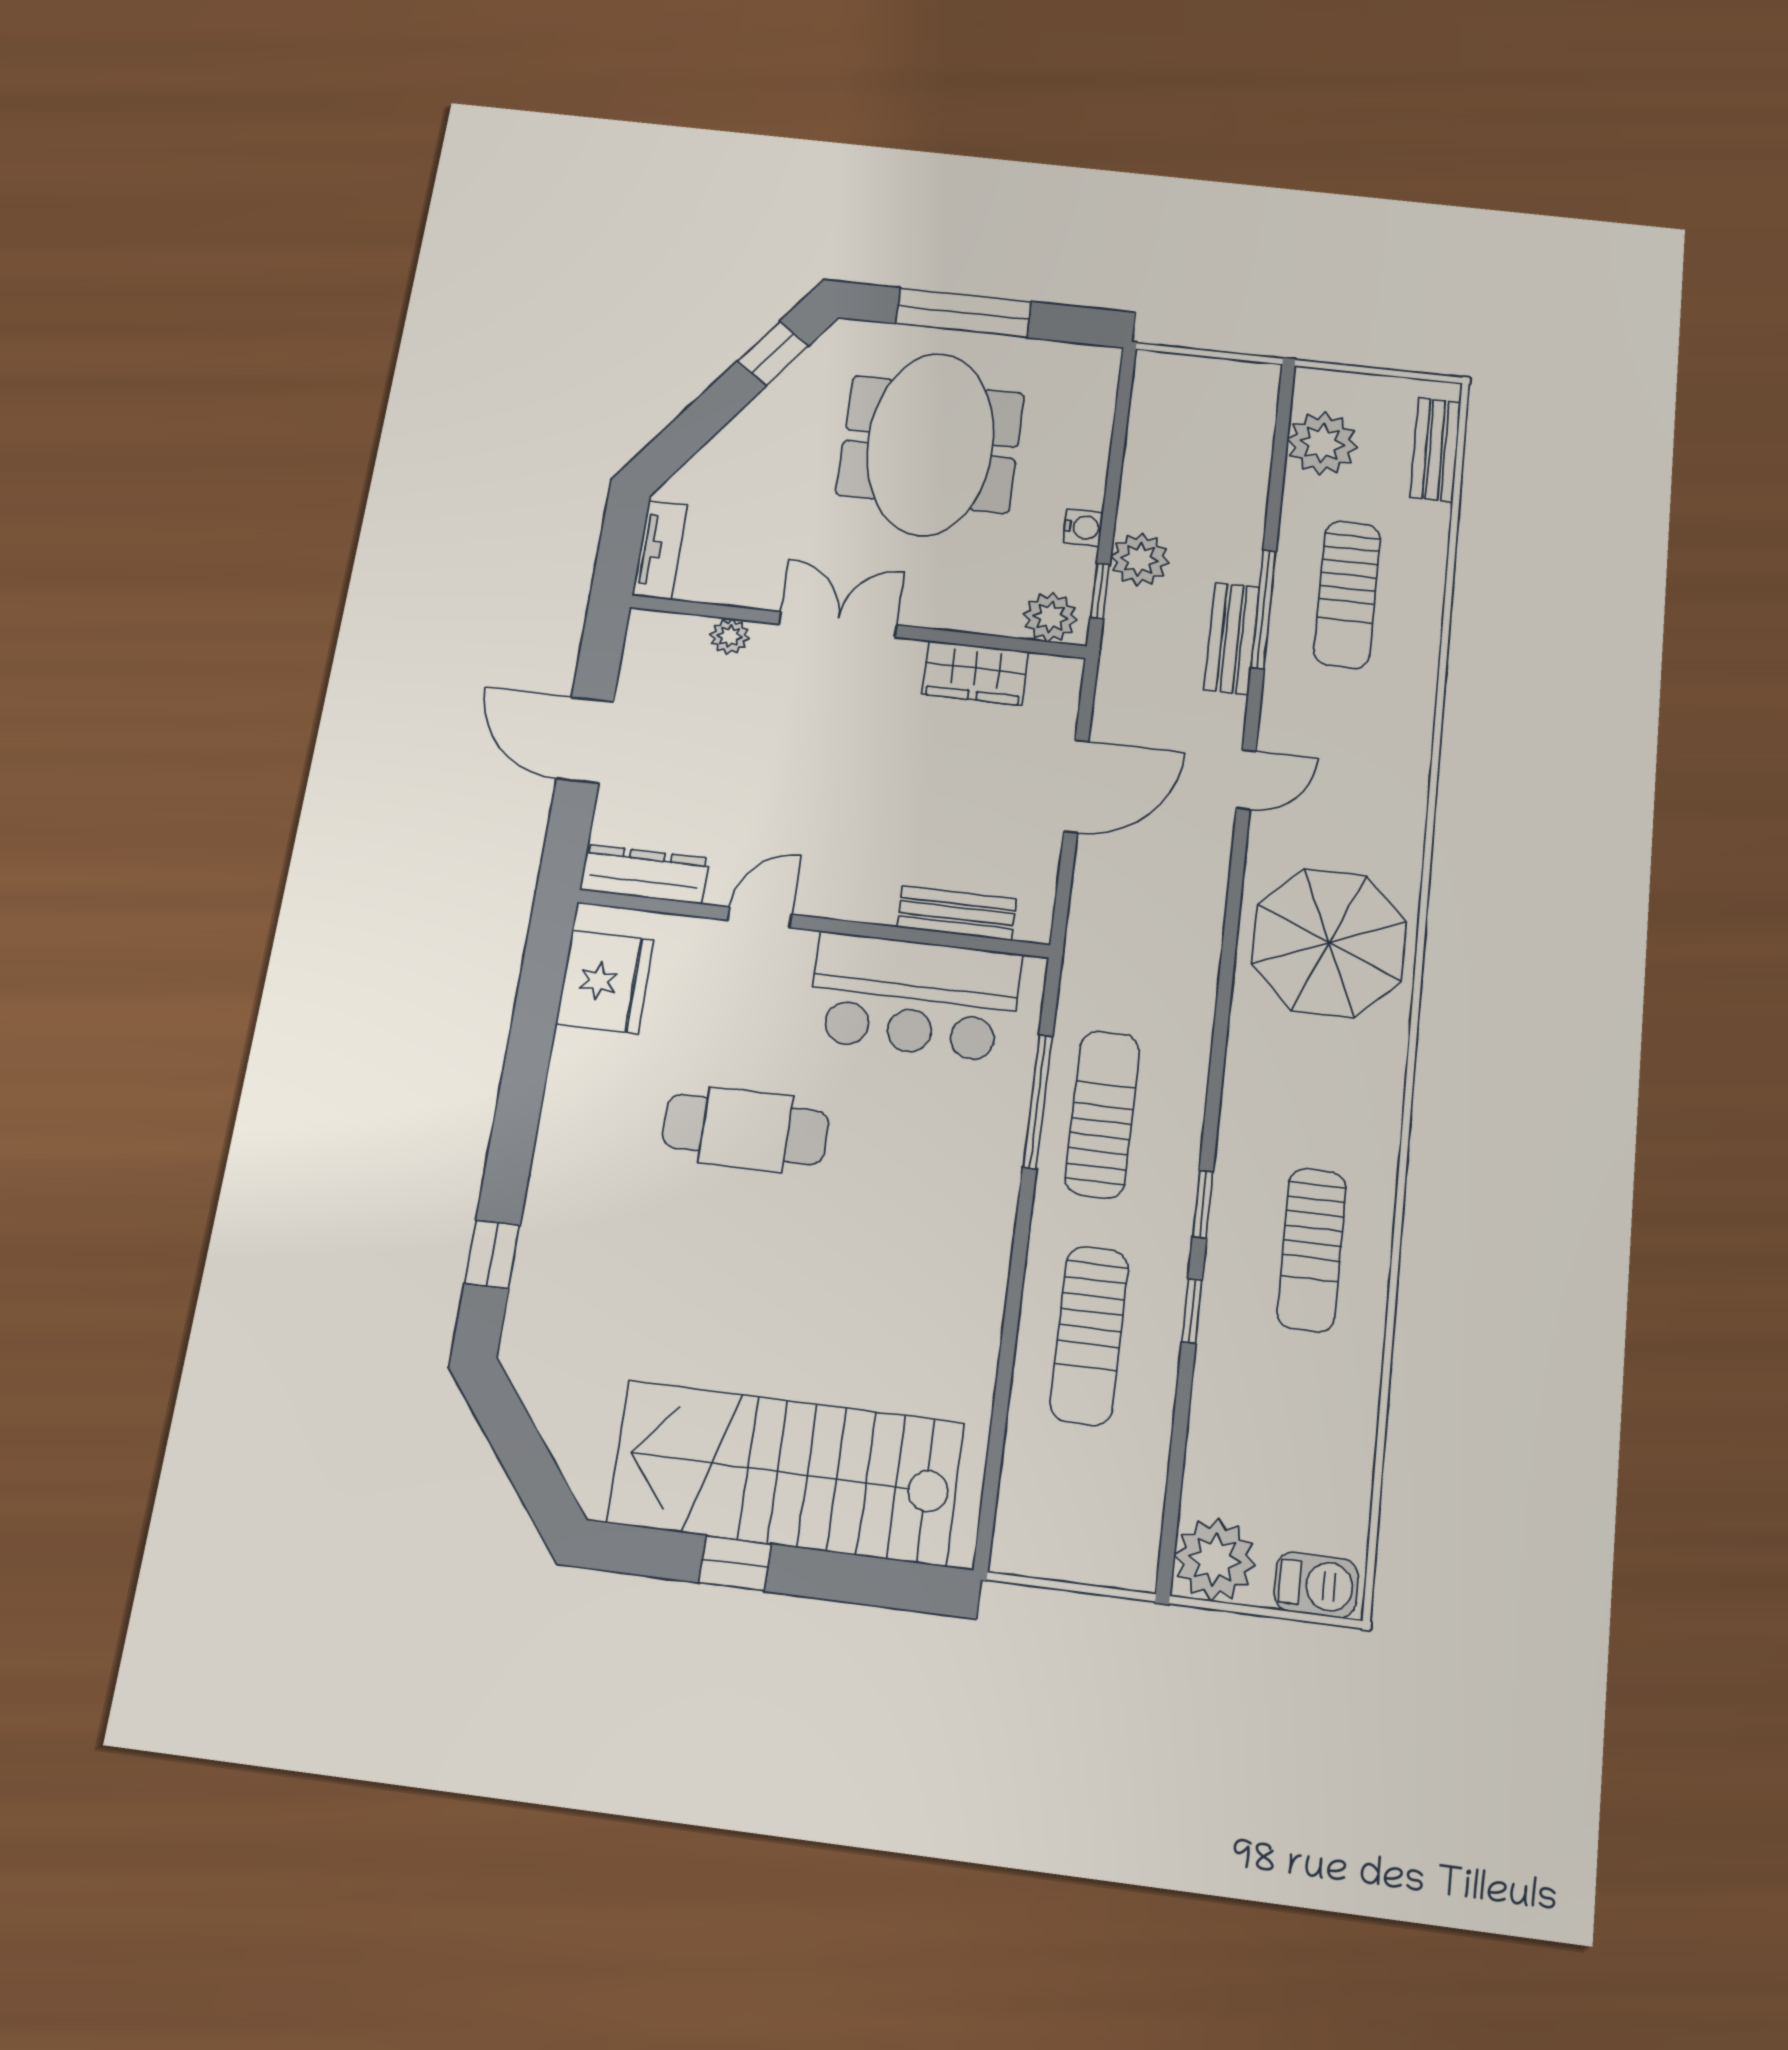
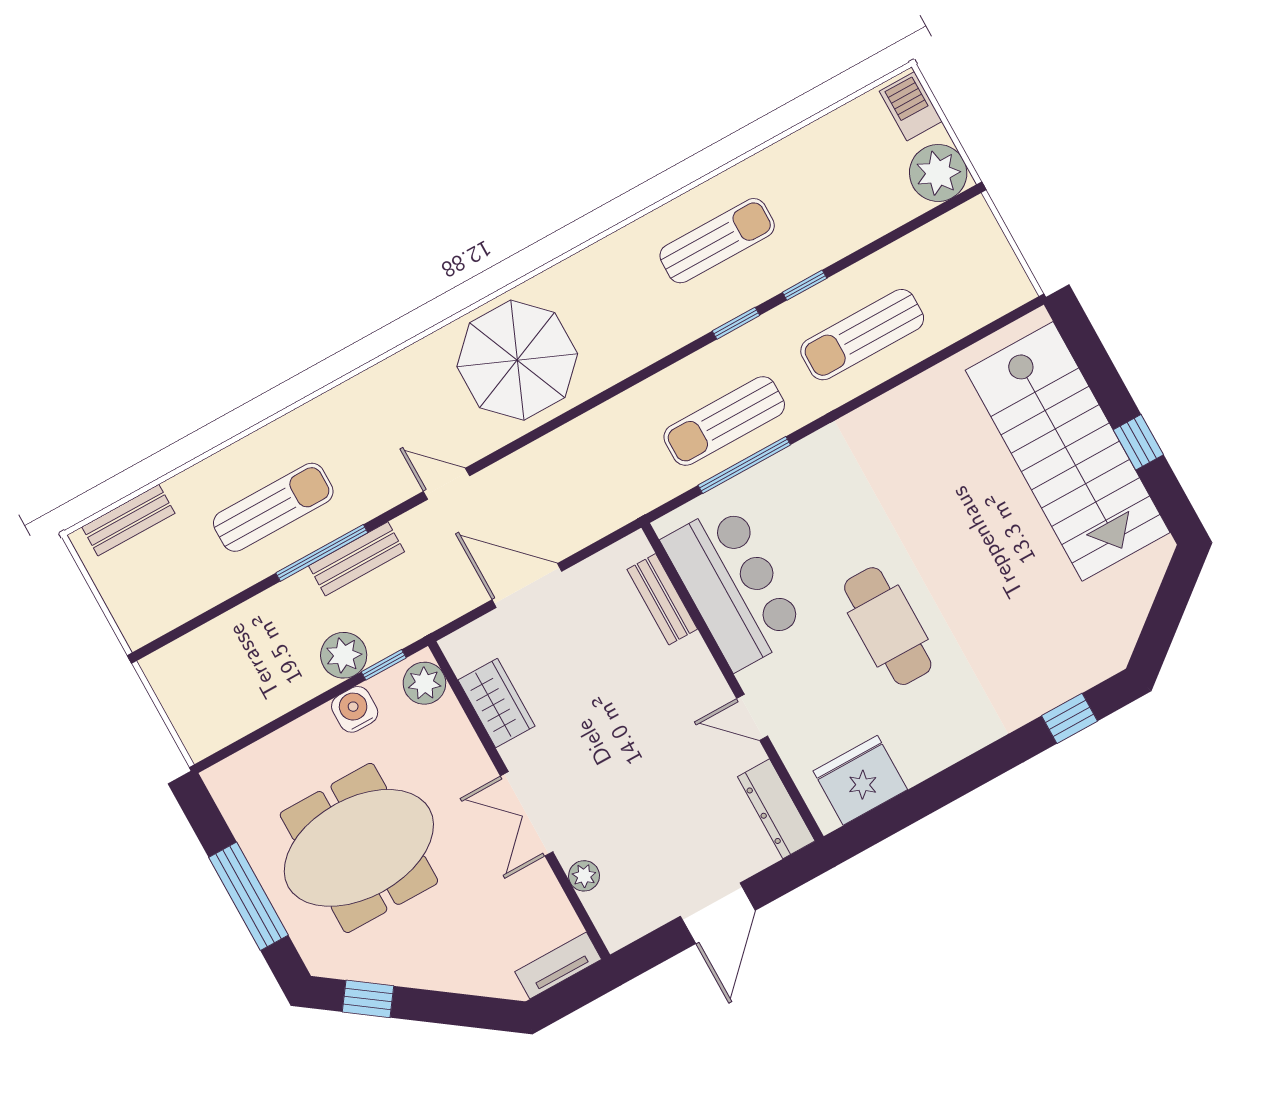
plant: (1322, 443) -> (176, 596), removed
water cooler: (1083, 527) -> (355, 709), width x1.38, depth x1.38
sun lounger: (1089, 1335) -> (862, 335), turned 180

